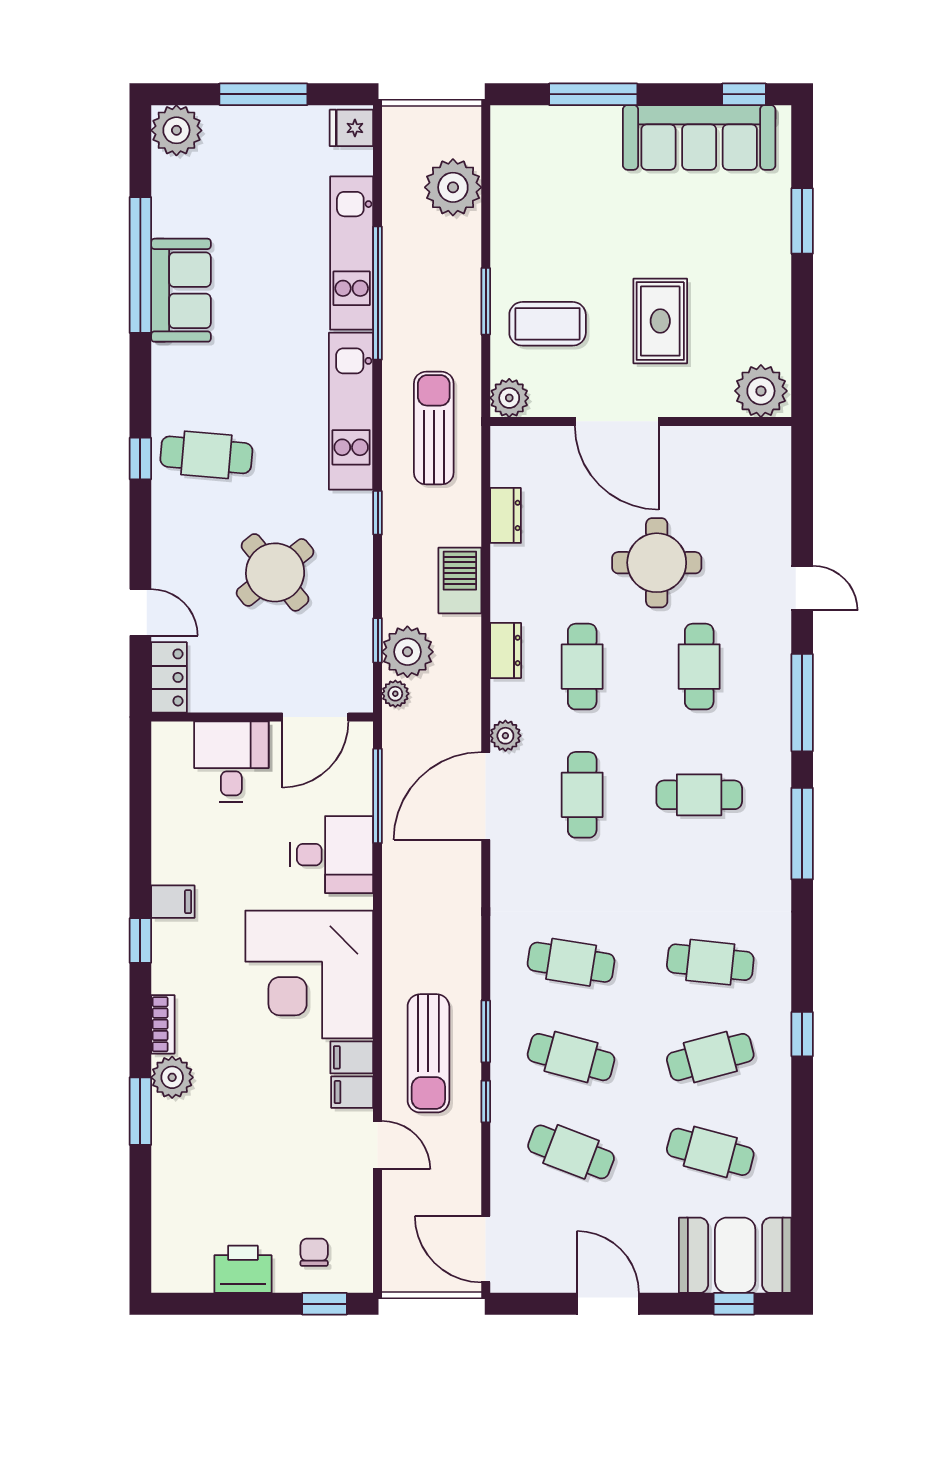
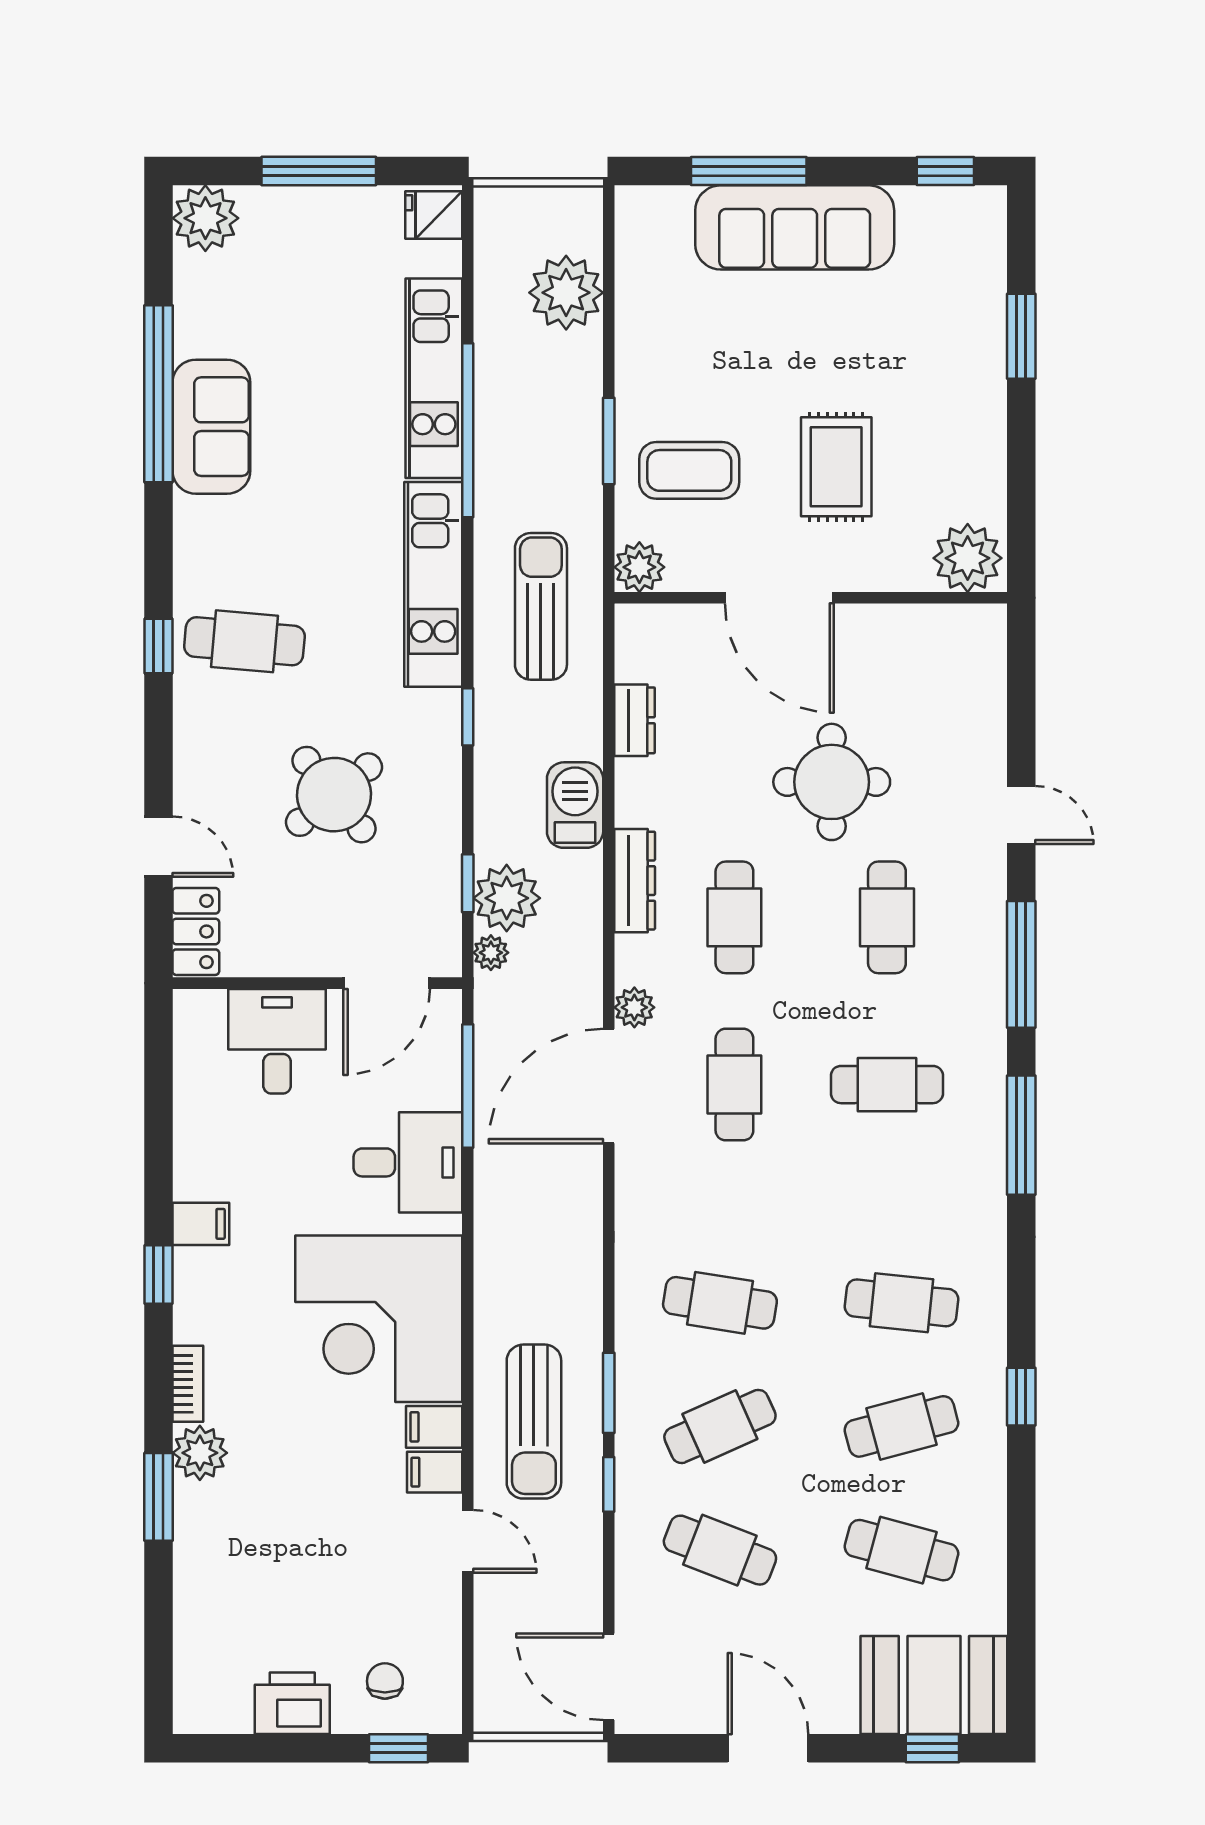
sofa: (699, 137) -> (795, 227), moved
dresser: (506, 650) -> (635, 881), width x1.44
cafe table: (571, 1057) -> (720, 1426), turned -39

